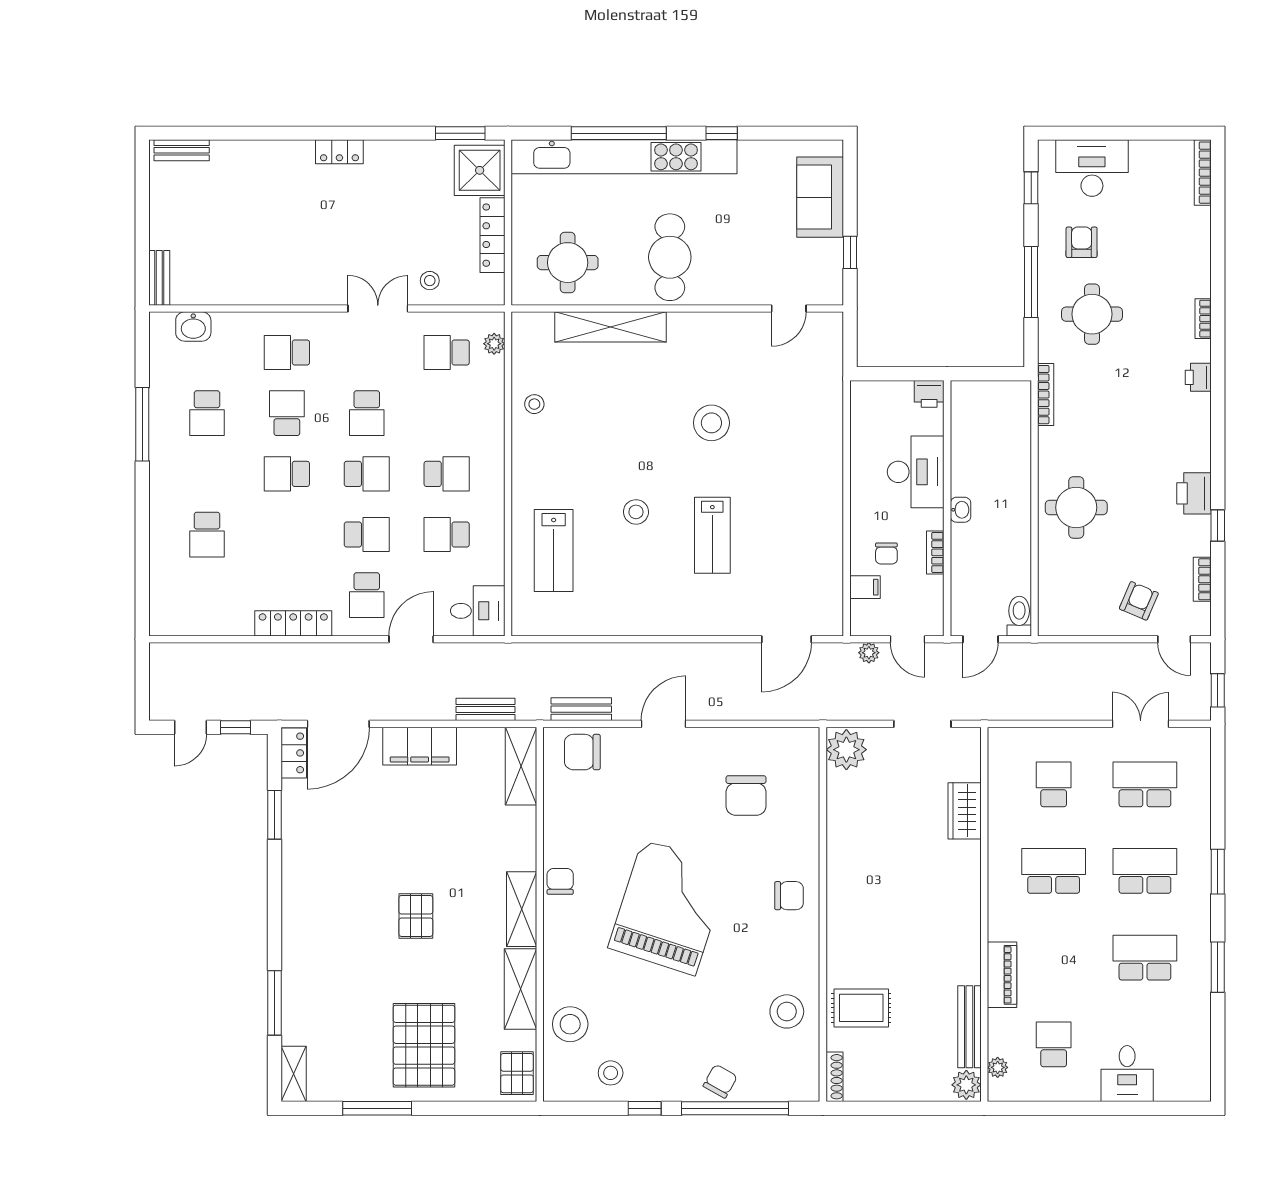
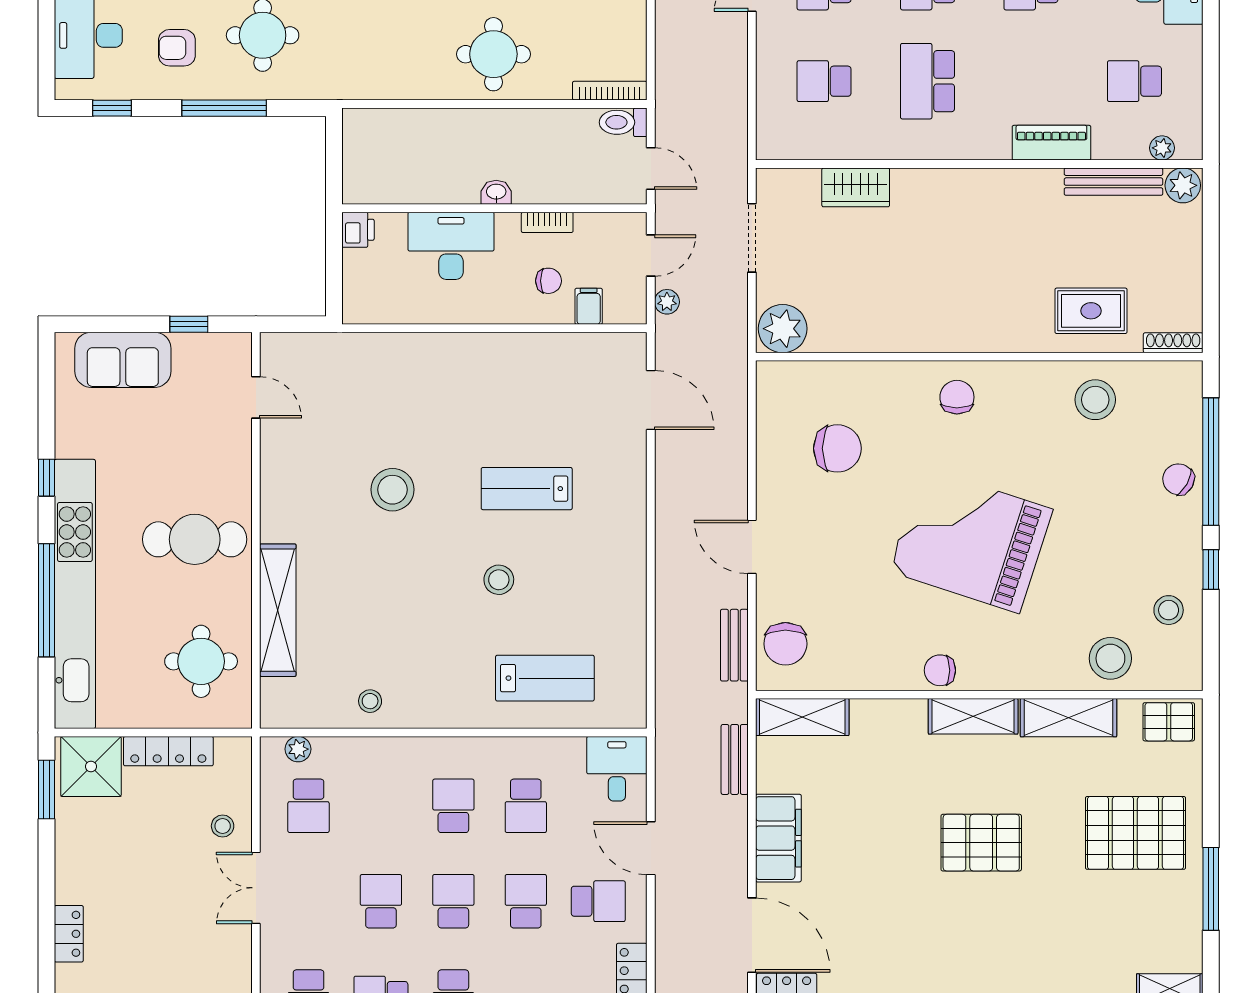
bookcase: (1046, 395) -> (610, 91), moved
school desk: (367, 413) -> (381, 901), turned -90
lab bench: (712, 535) -> (527, 489), turned 180
pallet: (416, 916) -> (981, 843), width x1.50, depth x1.42
rug: (861, 1008) -> (1091, 311), turned 90

